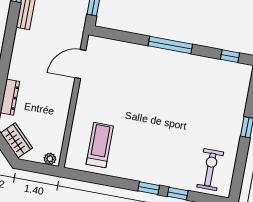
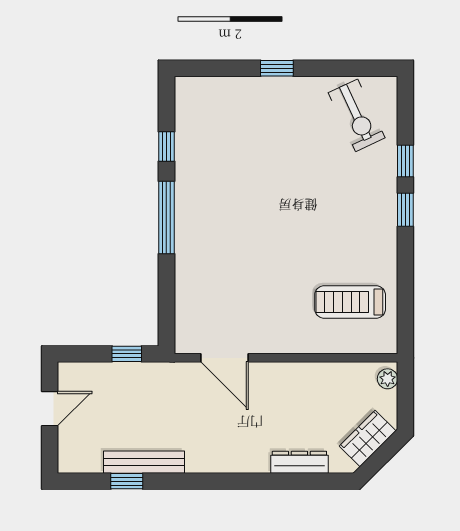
window: (230, 56) -> (166, 147), moved
exercise bike: (210, 170) -> (357, 115), turned -115

